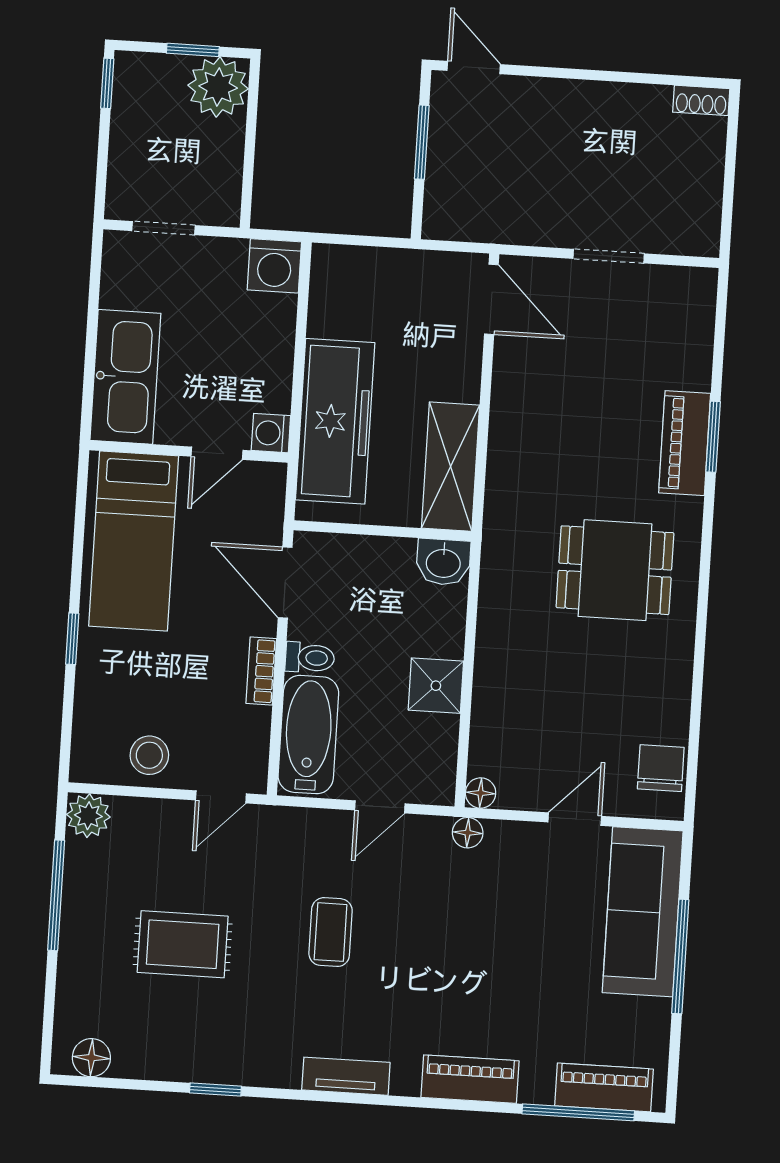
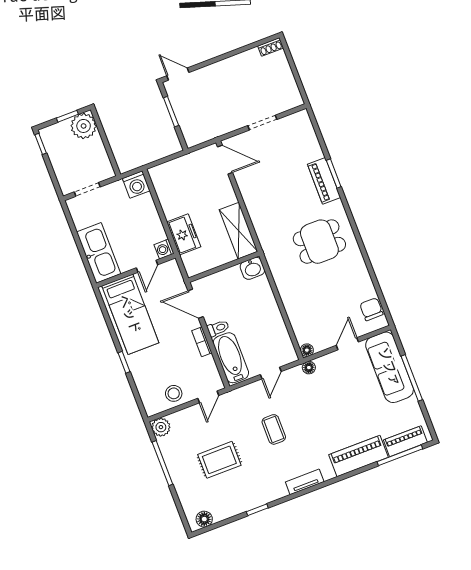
freezer: (335, 421) -> (184, 234), width x0.52, depth x0.79
shower: (436, 686) -> (271, 317), removed
piano: (470, 1079) -> (358, 456), width x1.37, depth x1.33

